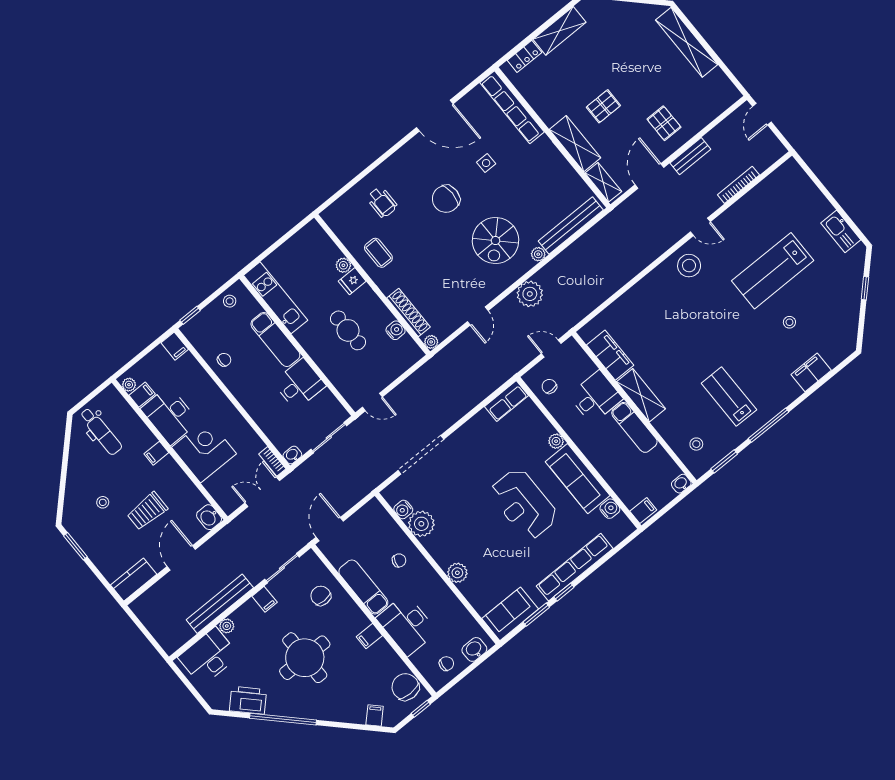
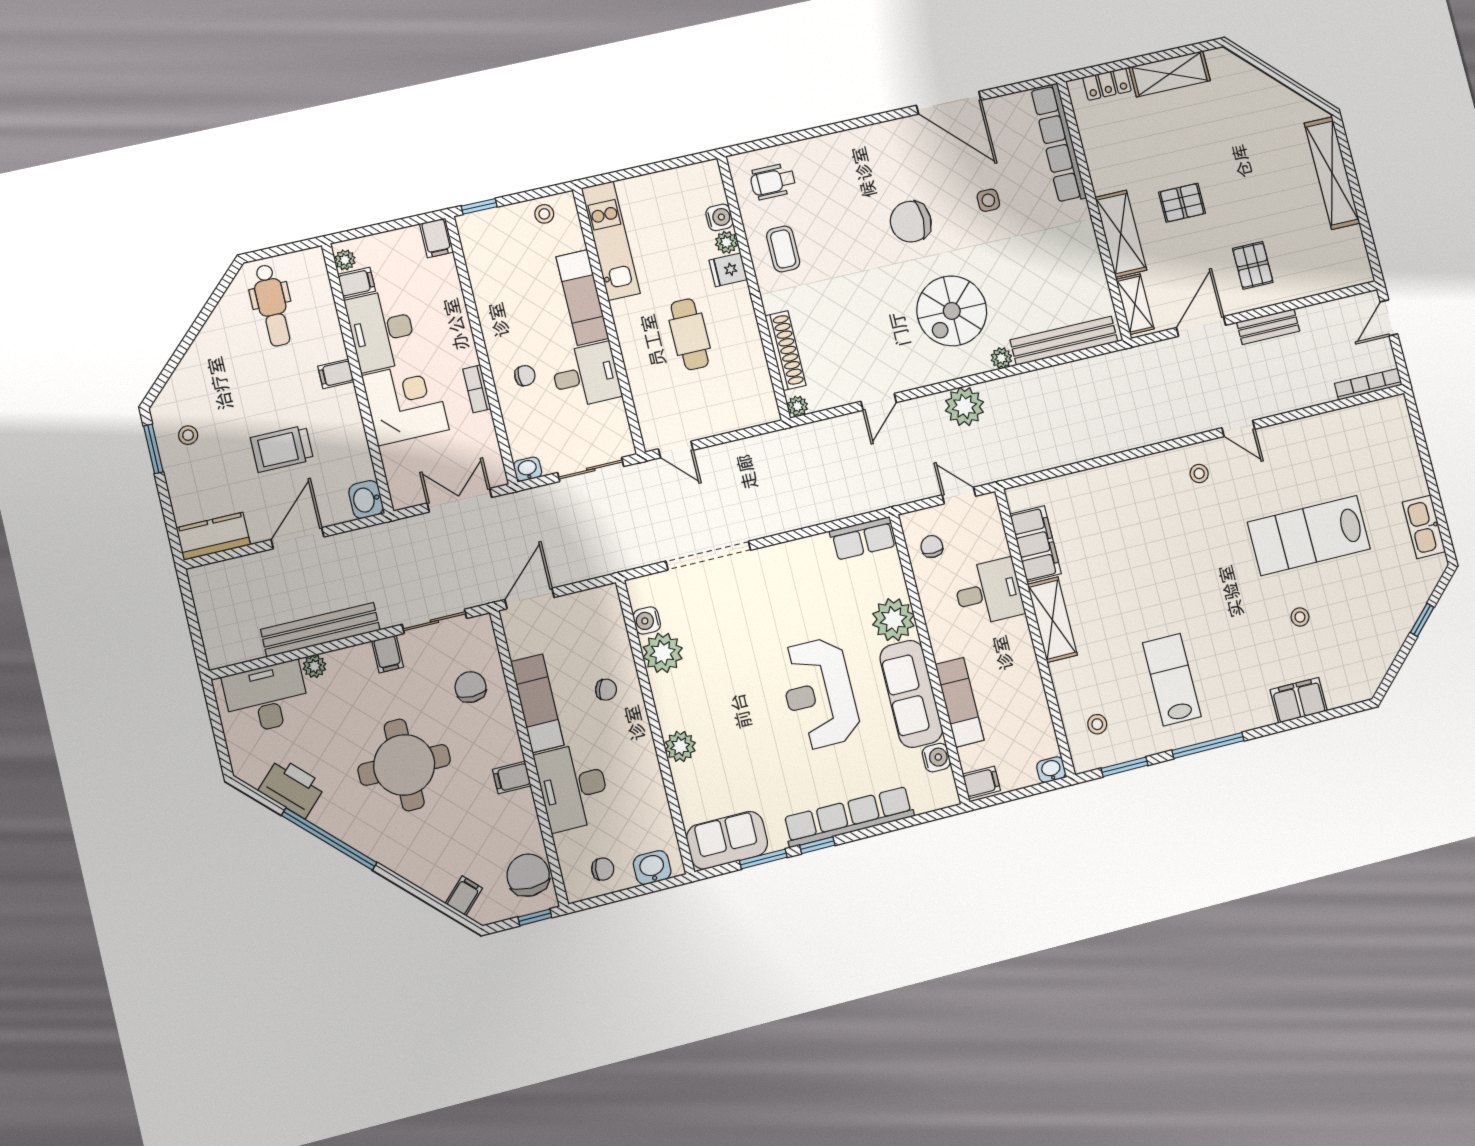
bookcase: (738, 185) -> (1368, 384), moved
wheelchair: (382, 202) -> (773, 181), moved, turned 90
stool: (689, 266) -> (1199, 474), width x0.53, depth x0.53
water cooler: (396, 330) -> (719, 217), moved
chair: (224, 360) -> (525, 376), moved
exam couch: (634, 427) -> (960, 702), moved, turned 180
plant: (556, 441) -> (893, 620), width x1.88, depth x1.88
bookcase: (272, 461) -> (477, 389), moved
stool: (103, 502) -> (188, 435), moved

